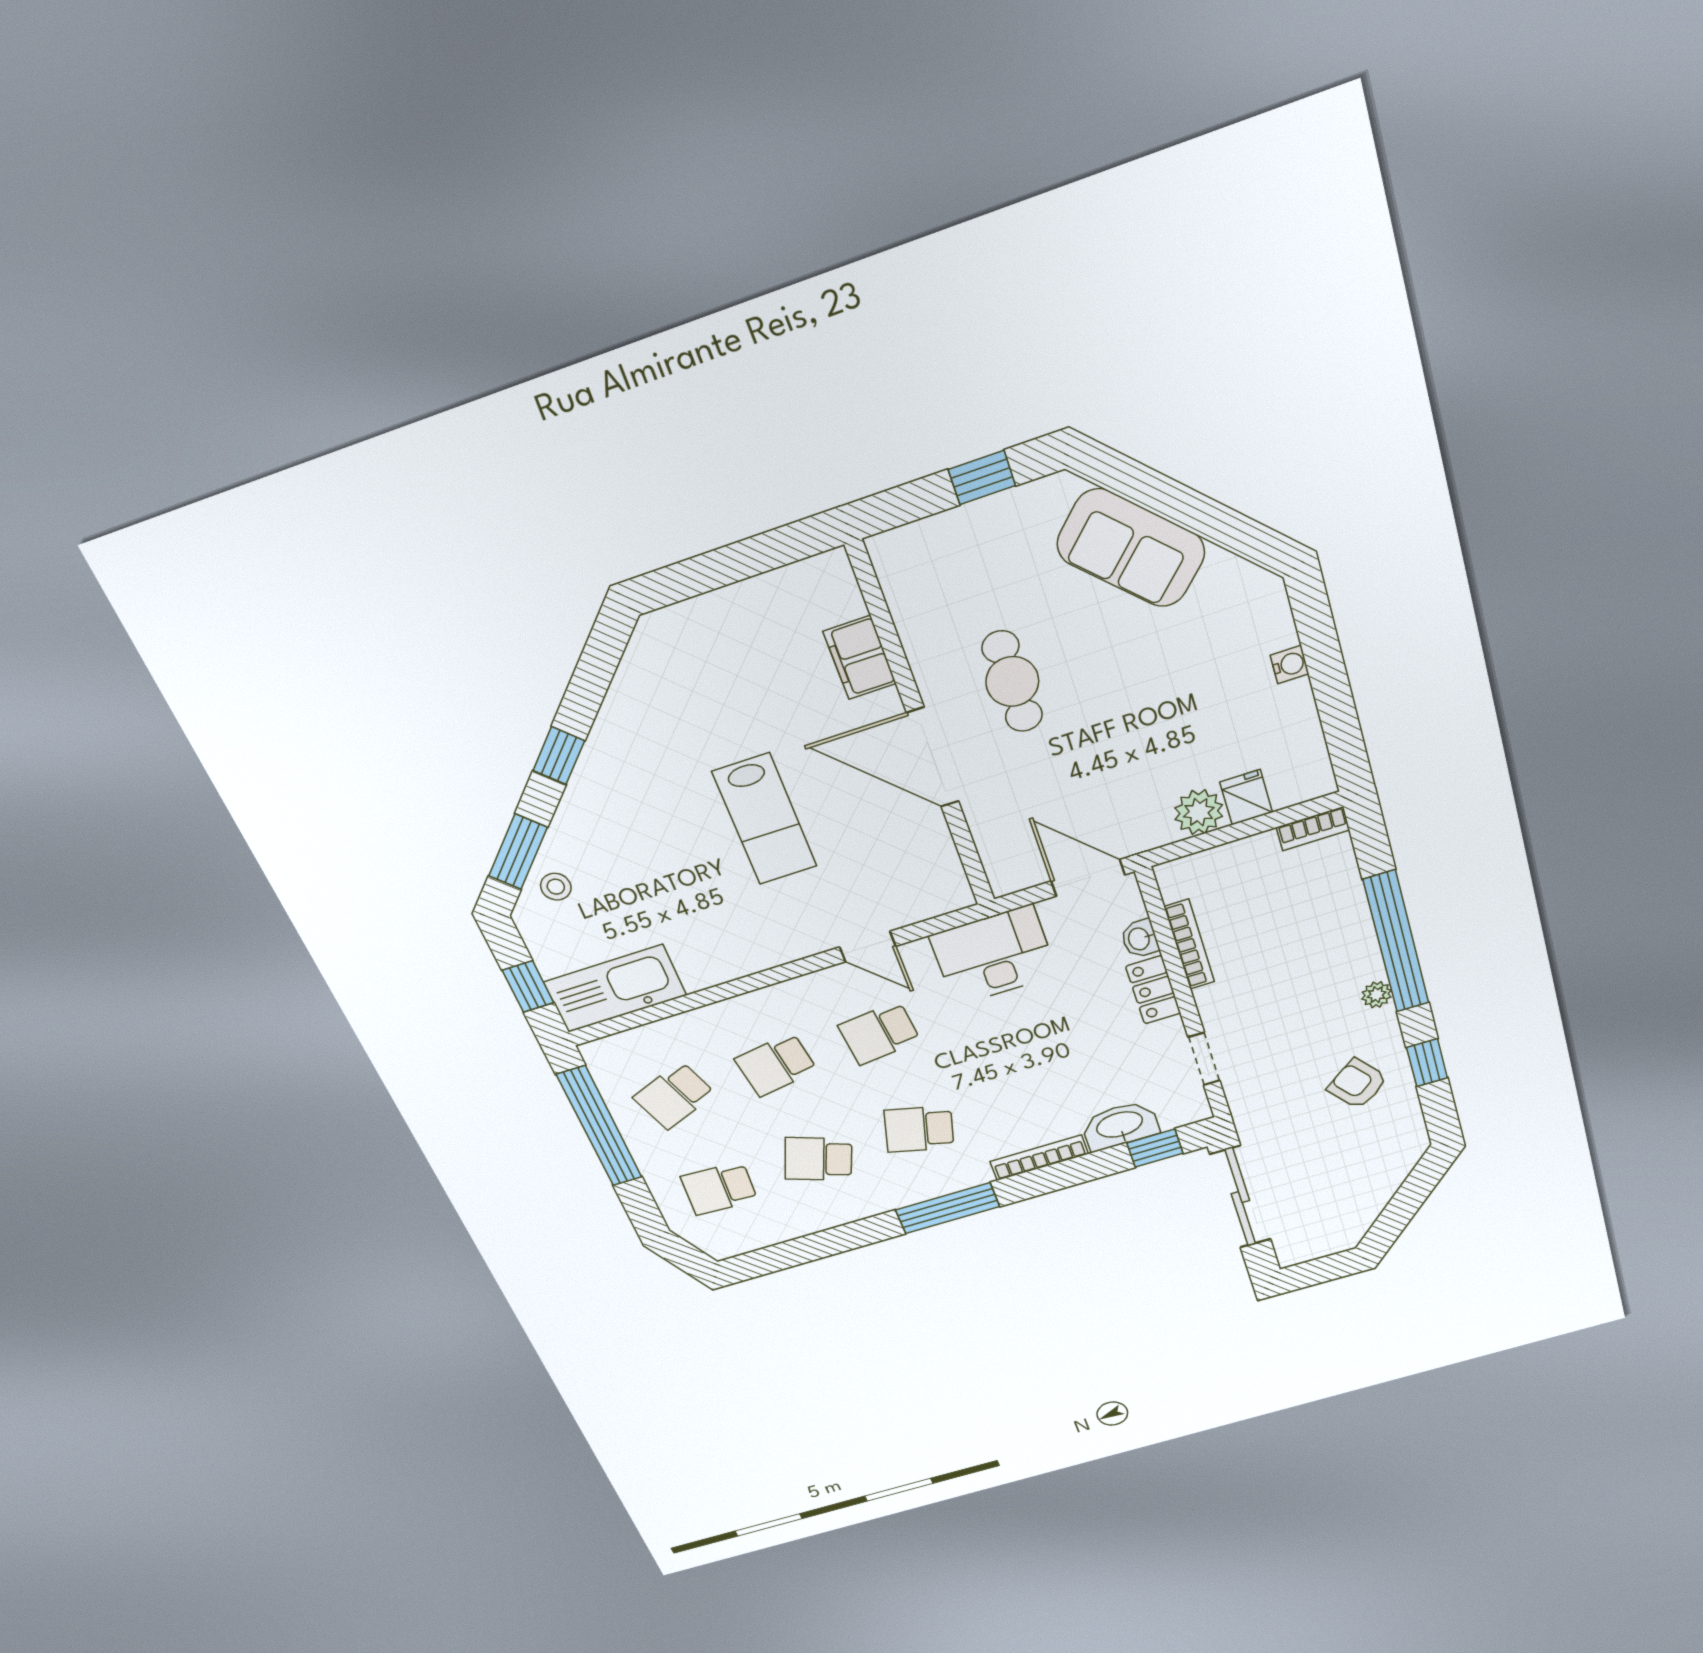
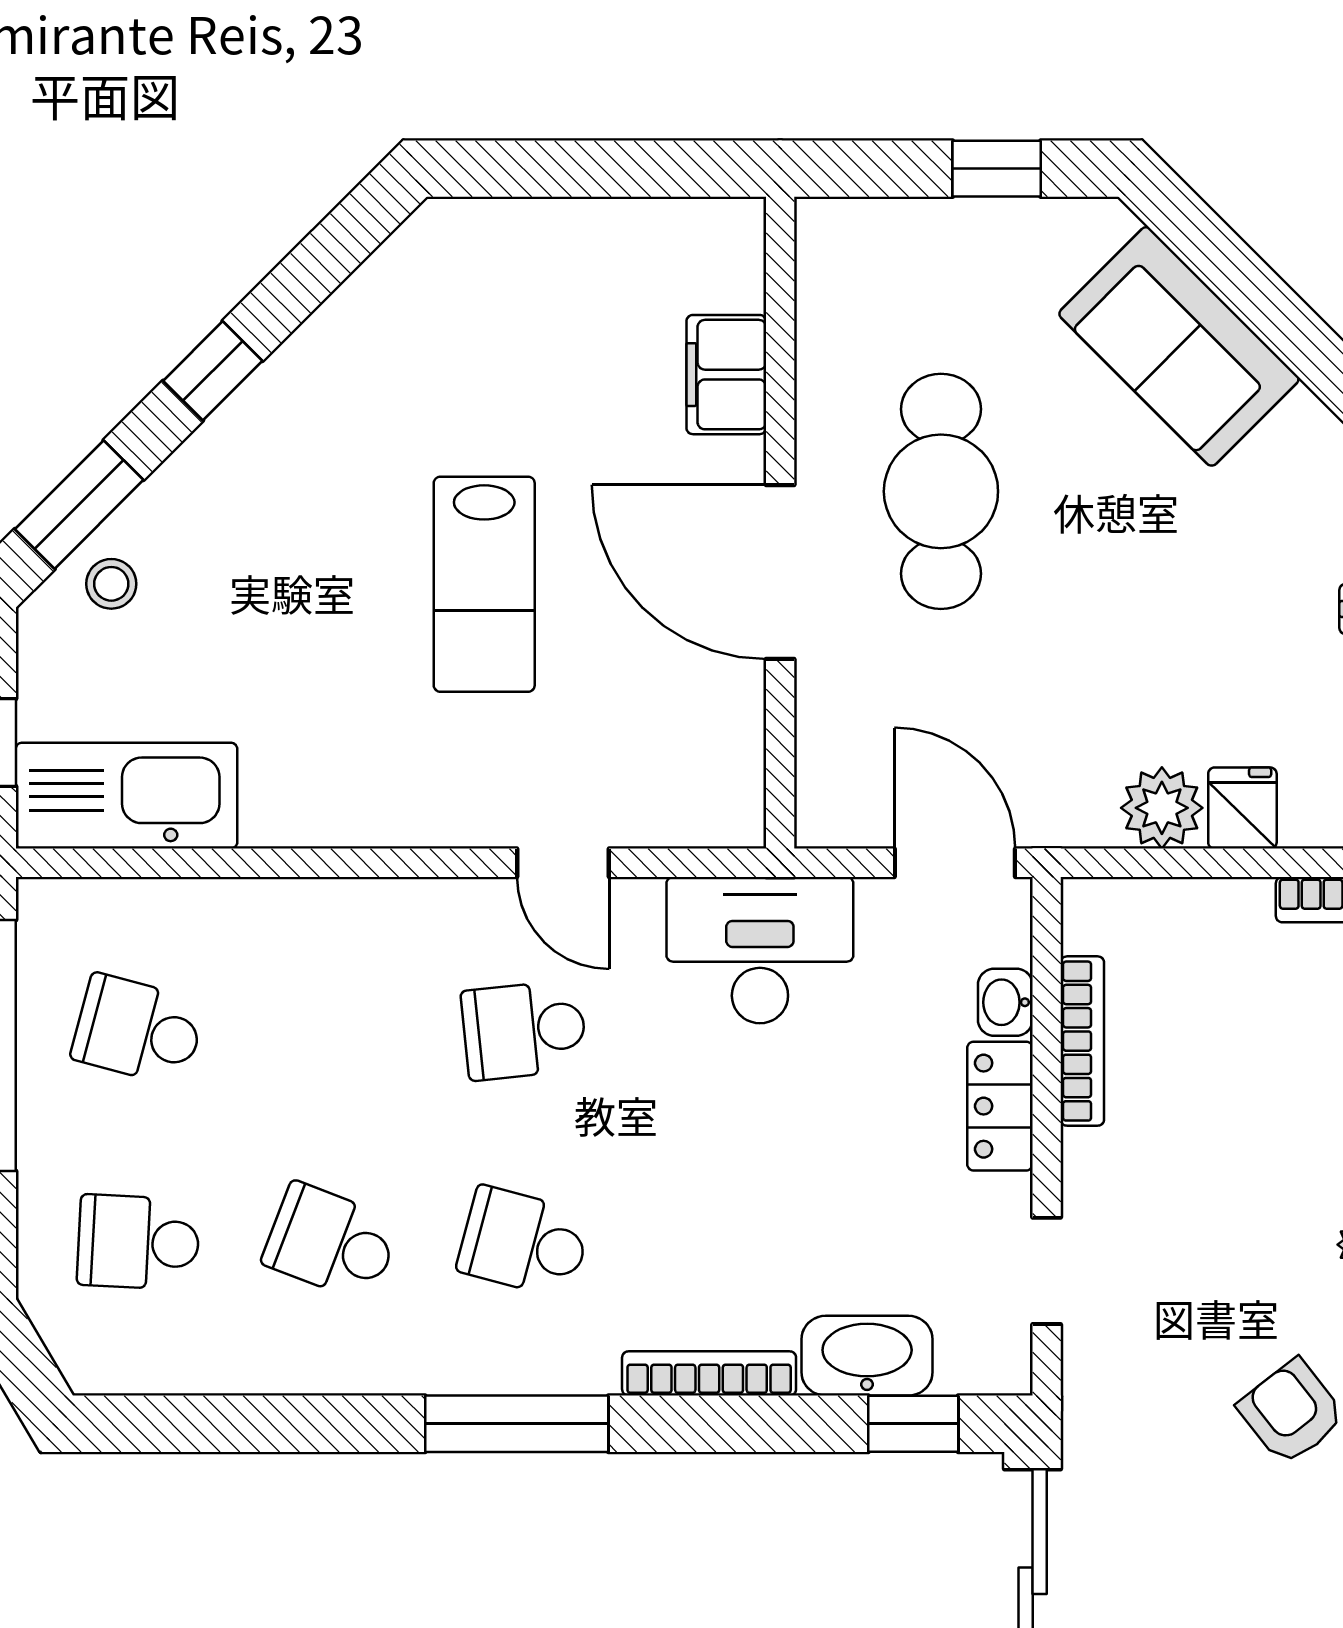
cafe table: (1012, 681) -> (941, 491), width x1.37, depth x1.35
school desk: (776, 1065) -> (331, 1030), removed
school desk: (674, 1096) -> (138, 1030), turned 36

